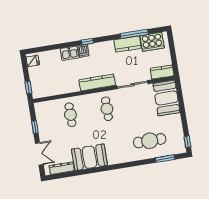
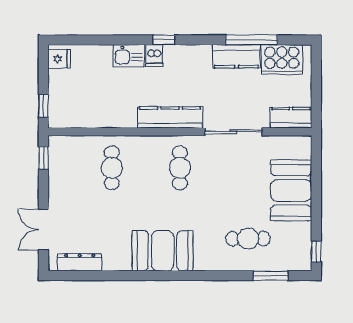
booth: (166, 98) -> (291, 190), moved
window: (35, 127) -> (43, 158), moved
cafe table: (150, 141) -> (248, 239), width x0.73, depth x0.74
double door: (39, 154) -> (43, 230), swing flipped
booth: (89, 157) -> (163, 251), moved

